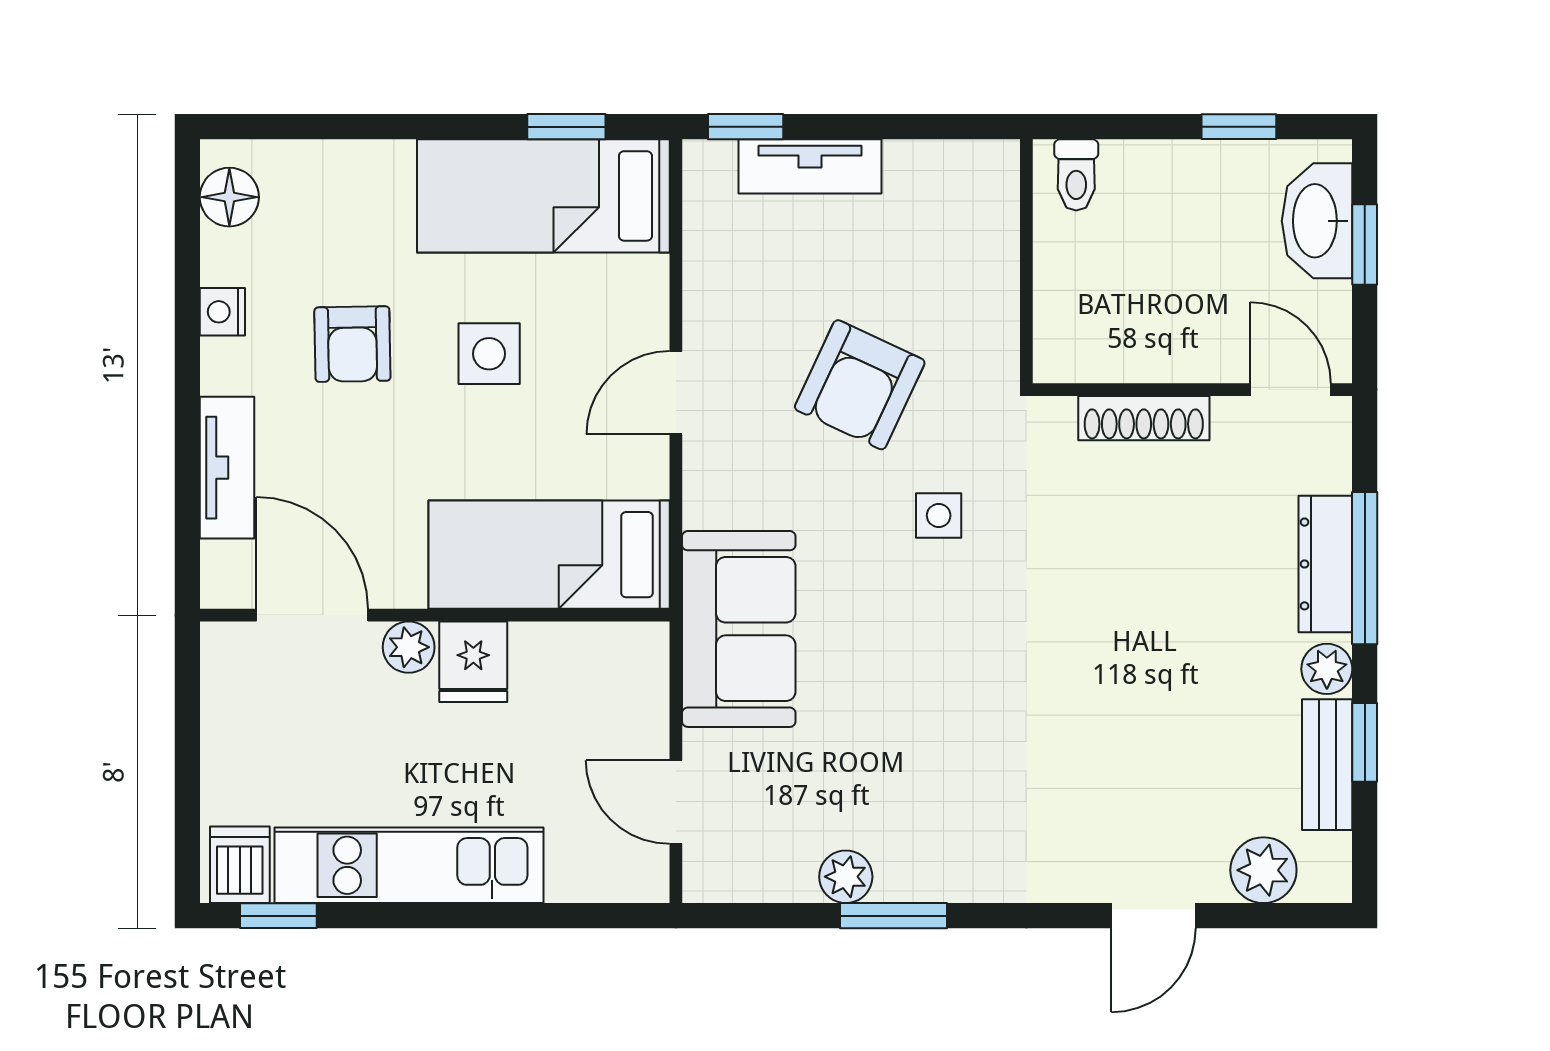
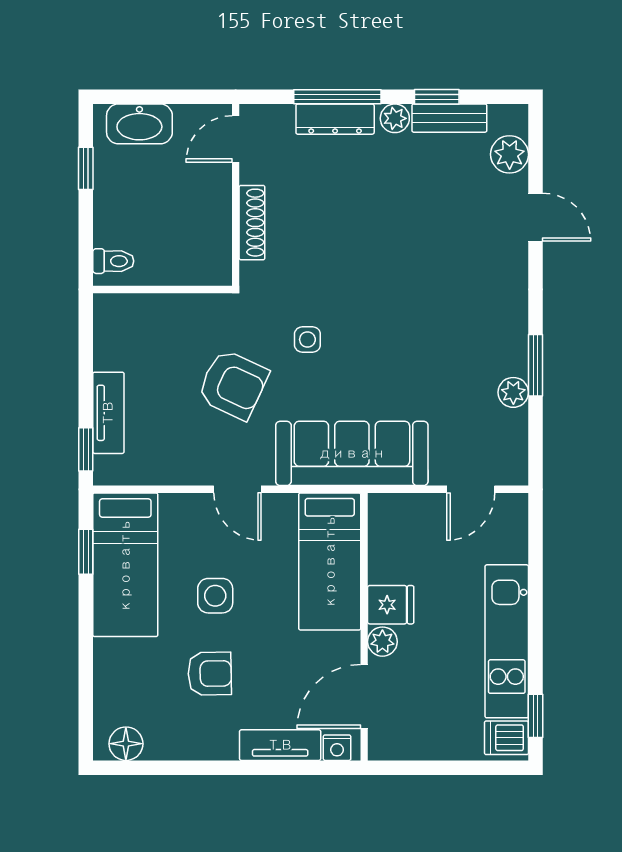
window: (1365, 245) -> (153, 97), removed
nightstand: (222, 312) -> (337, 748), moved
sofa: (739, 629) -> (352, 453), width x1.36

